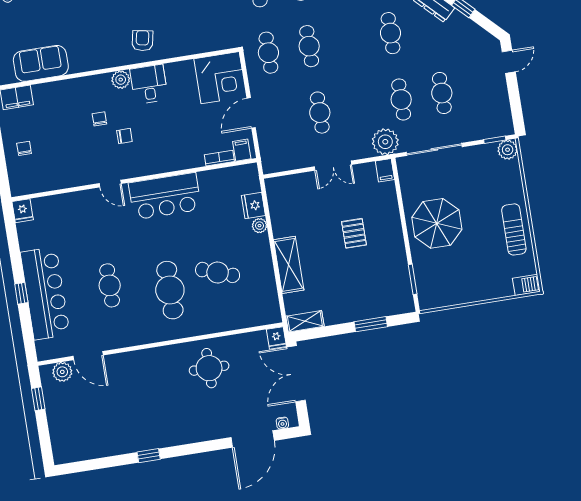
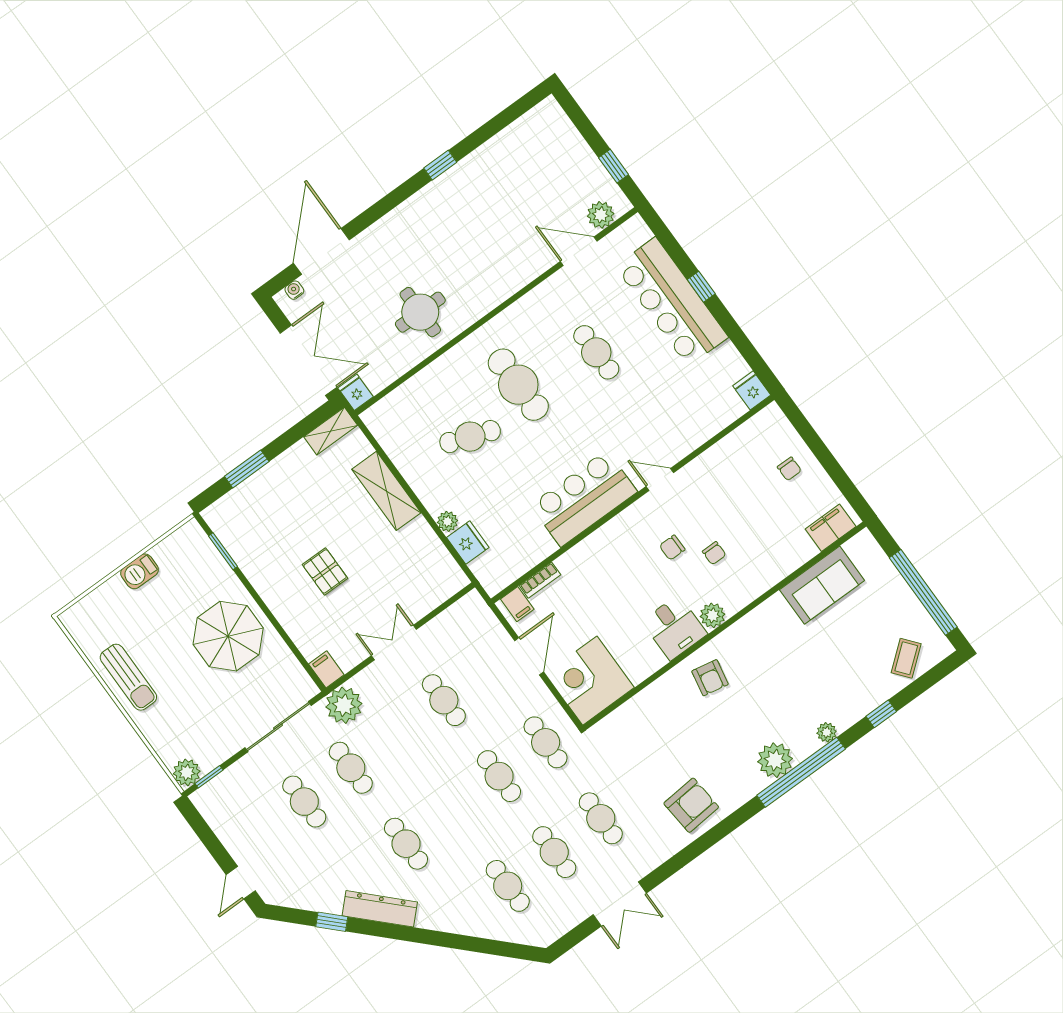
barbecue: (526, 285) -> (139, 571), moved

